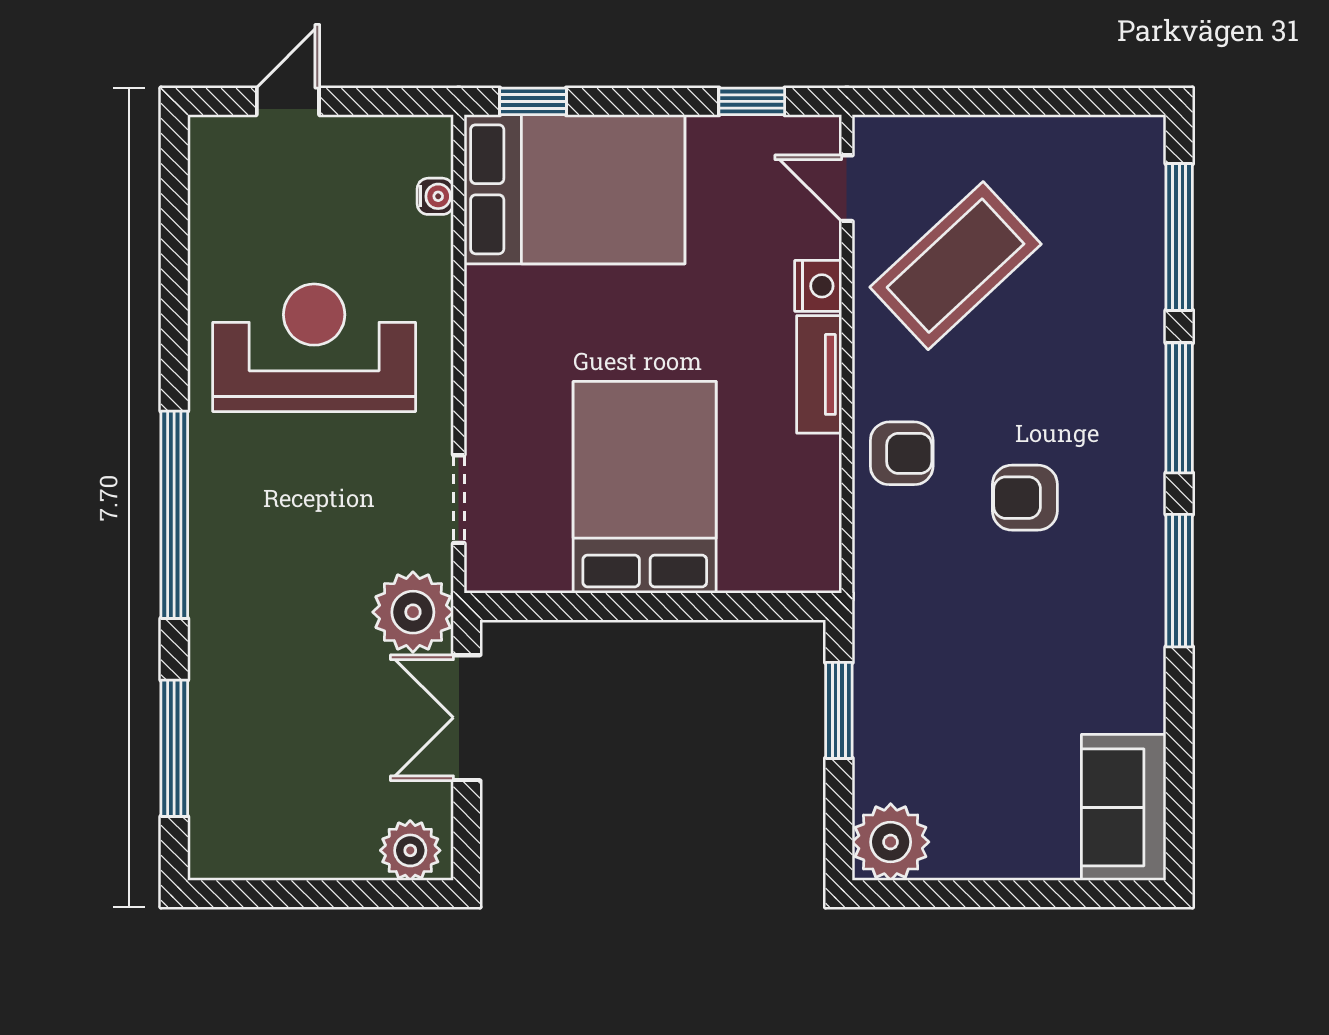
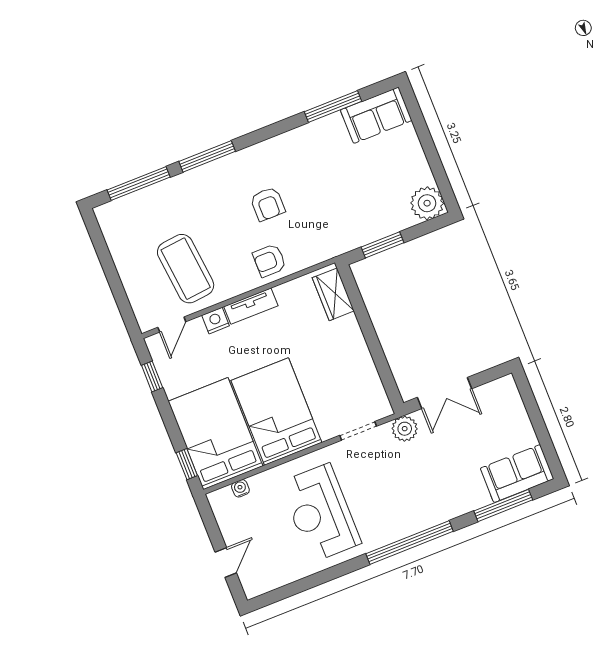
door: (288, 101) -> (226, 563), swing flipped
coffee table: (956, 266) -> (186, 269), turned 37
armchair: (902, 453) -> (269, 260), turned -90
bed: (645, 487) -> (276, 412), moved, turned 90
wardrobe: (774, 562) -> (333, 294), added
window: (1179, 581) -> (333, 107), moved
plant: (413, 612) -> (405, 429), width x0.73, depth x0.73
sofa: (231, 805) -> (517, 474), added
plant: (410, 850) -> (507, 395), removed

